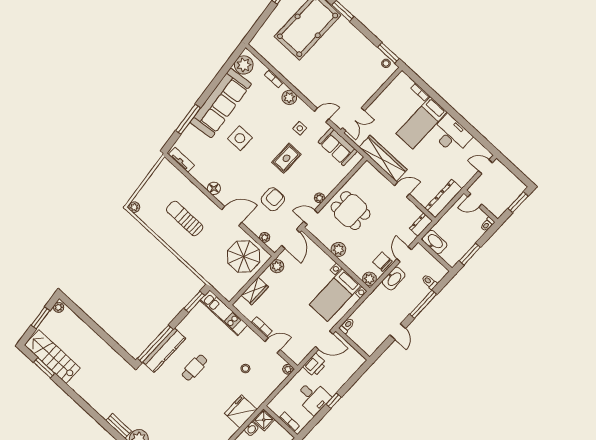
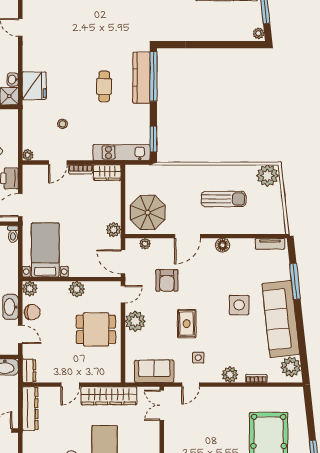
plant: (319, 198) -> (135, 321), width x1.88, depth x1.88
plant: (134, 207) -> (267, 176), width x1.87, depth x1.87
wardrobe: (255, 291) -> (107, 173), moved, turned -90

